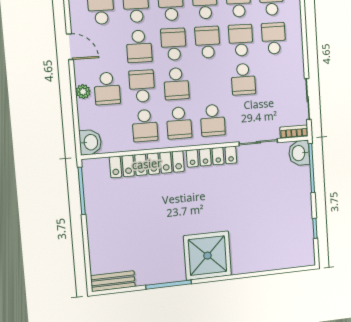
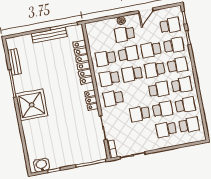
school desk: (274, 38) -> (166, 129), turned 180
school desk: (174, 44) -> (155, 70), turned 180
washbasin: (90, 142) -> (92, 28), removed
washbasin: (299, 153) -> (41, 165), moved
locker: (212, 157) -> (91, 100), width x0.66
bench: (94, 217) -> (49, 35), added
bench: (113, 281) -> (14, 62), moved

